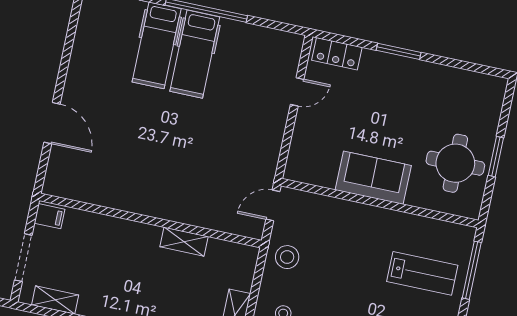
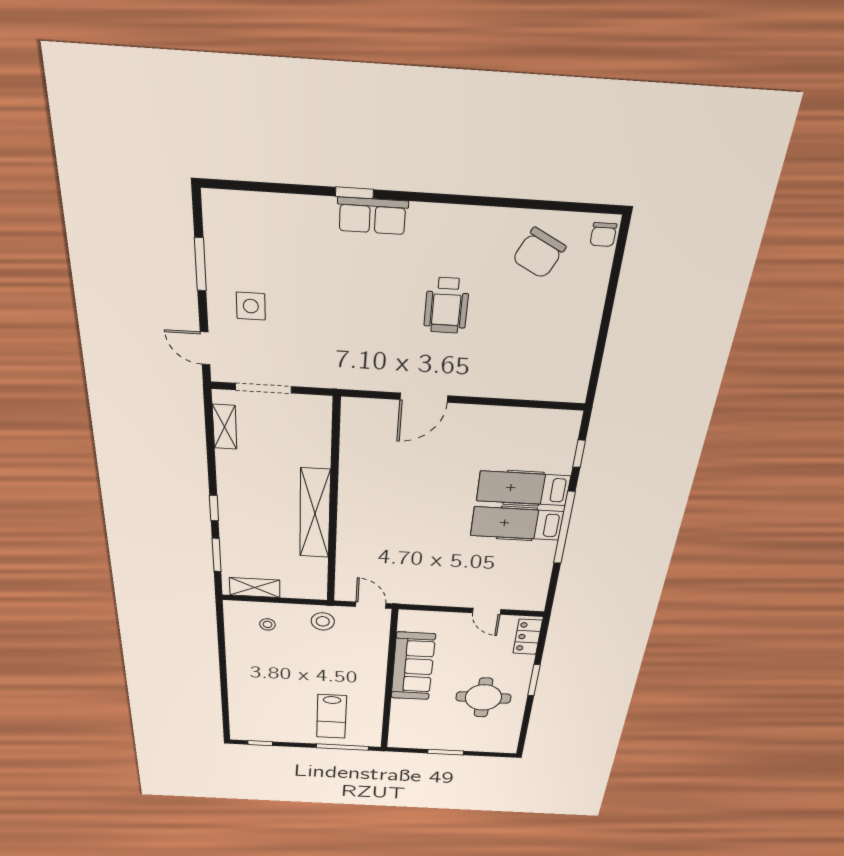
round table: (455, 163) -> (483, 698), moved
sofa: (373, 178) -> (413, 666), width x1.36
filing cabinet: (49, 216) -> (317, 409), removed
shelving: (184, 242) -> (315, 514), width x2.20, depth x1.33

